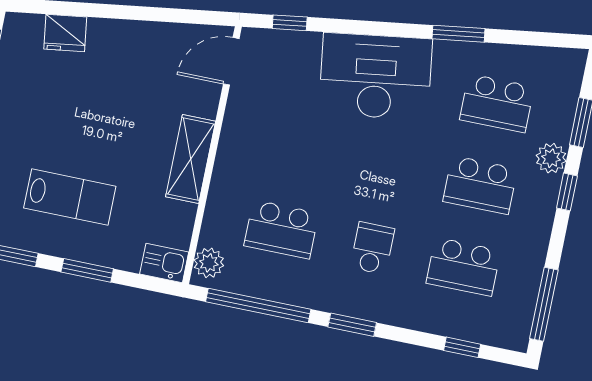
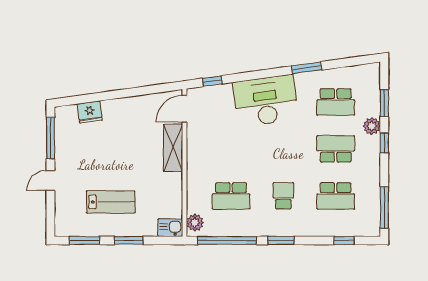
shelving: (191, 159) -> (173, 148), moved
school desk: (480, 185) -> (336, 149), turned 180

